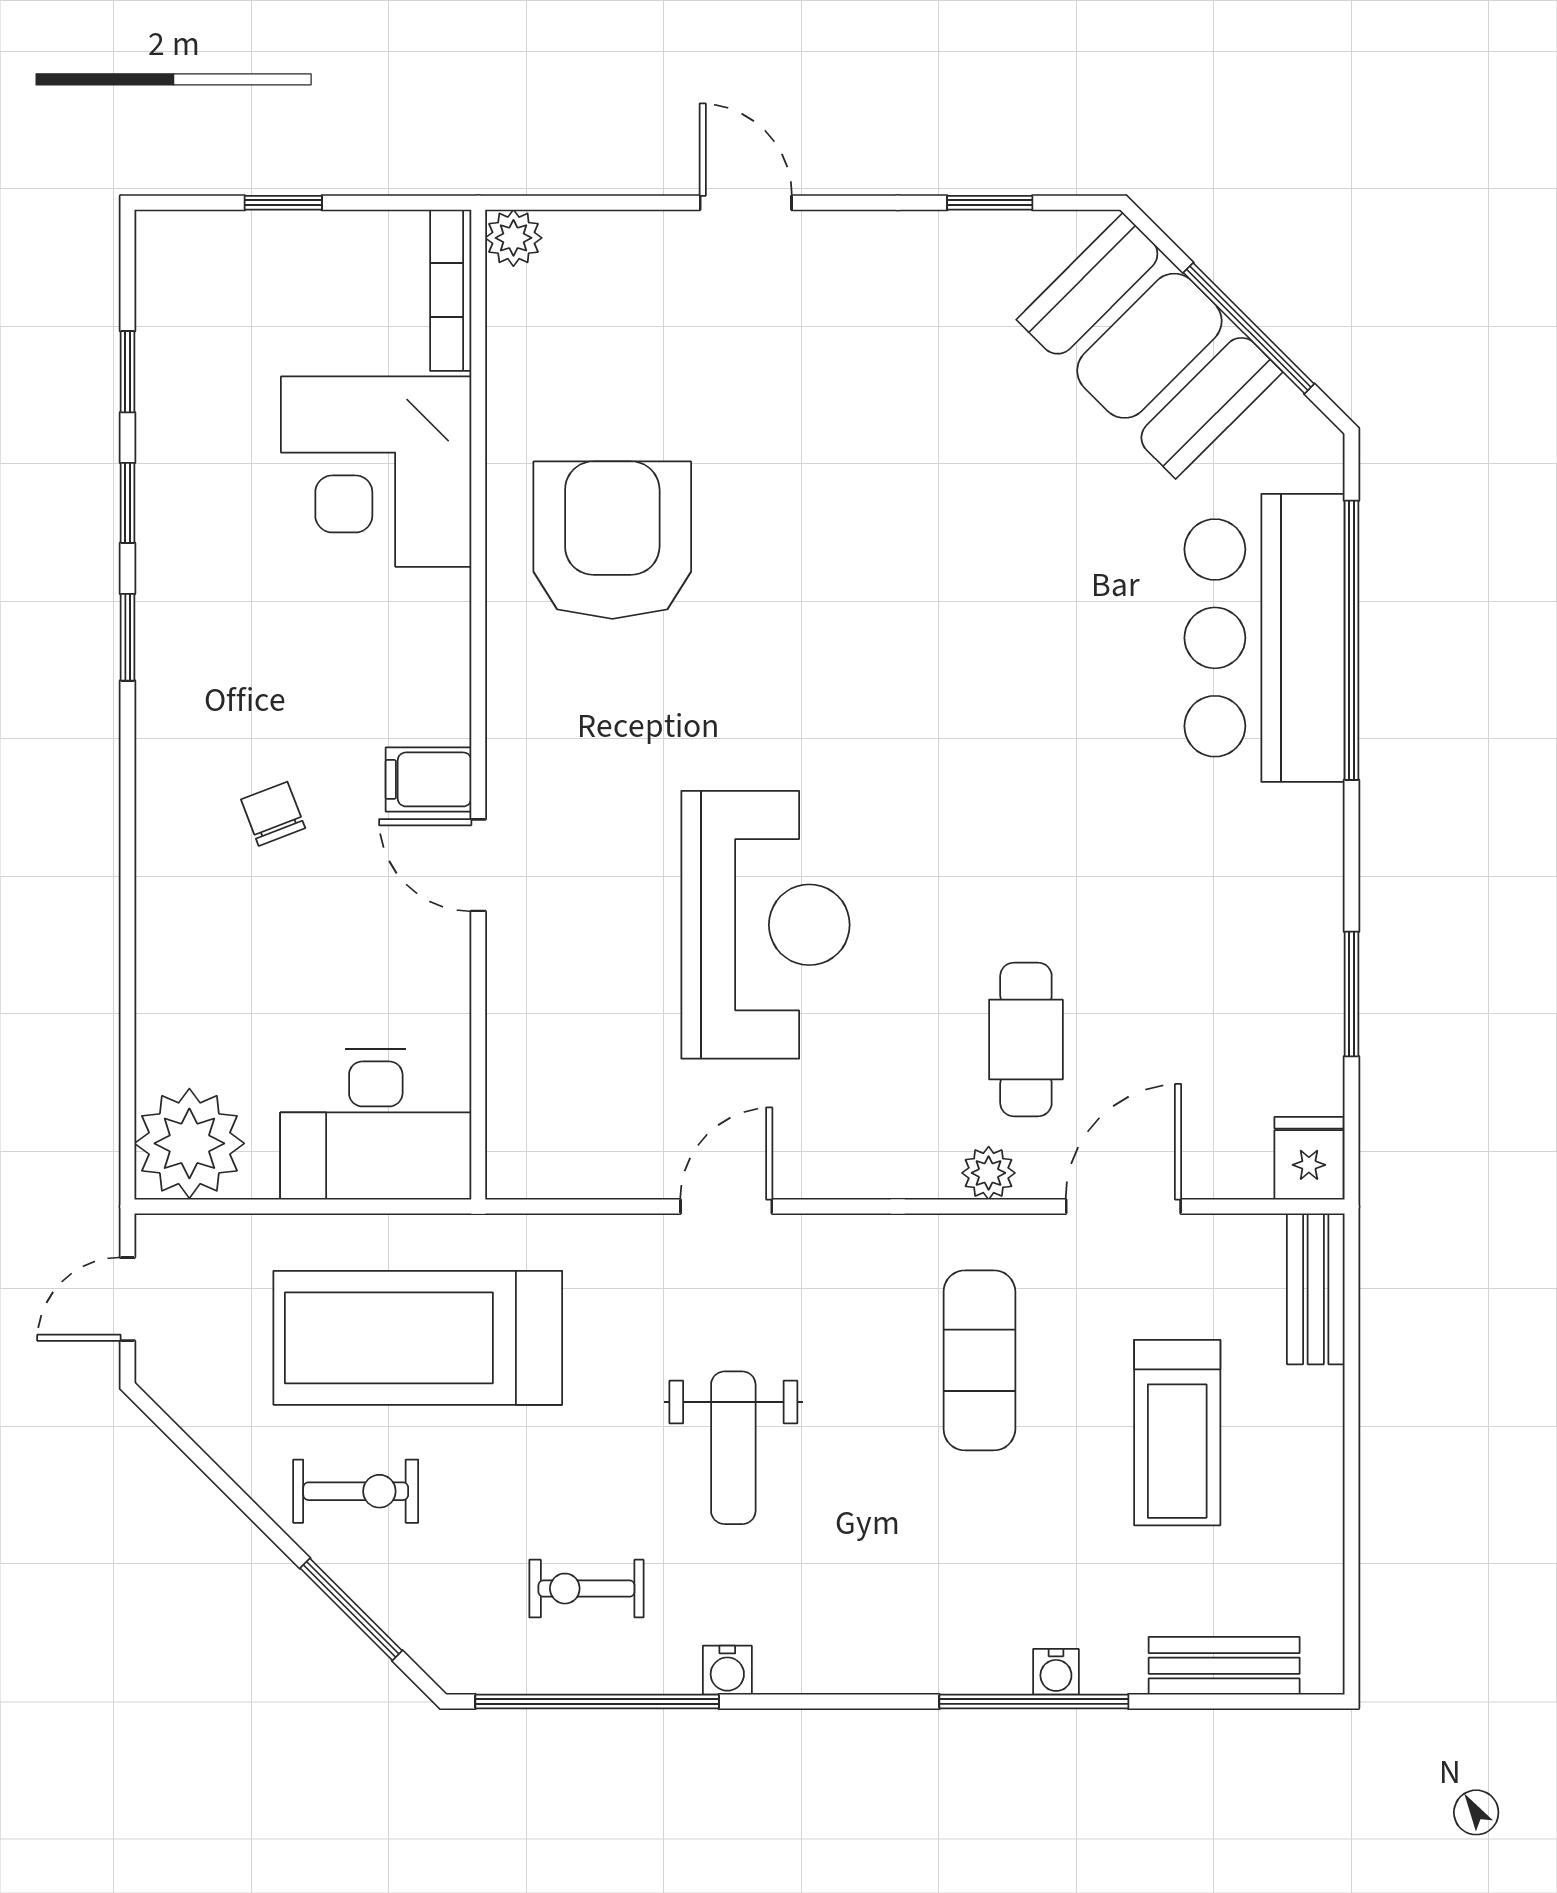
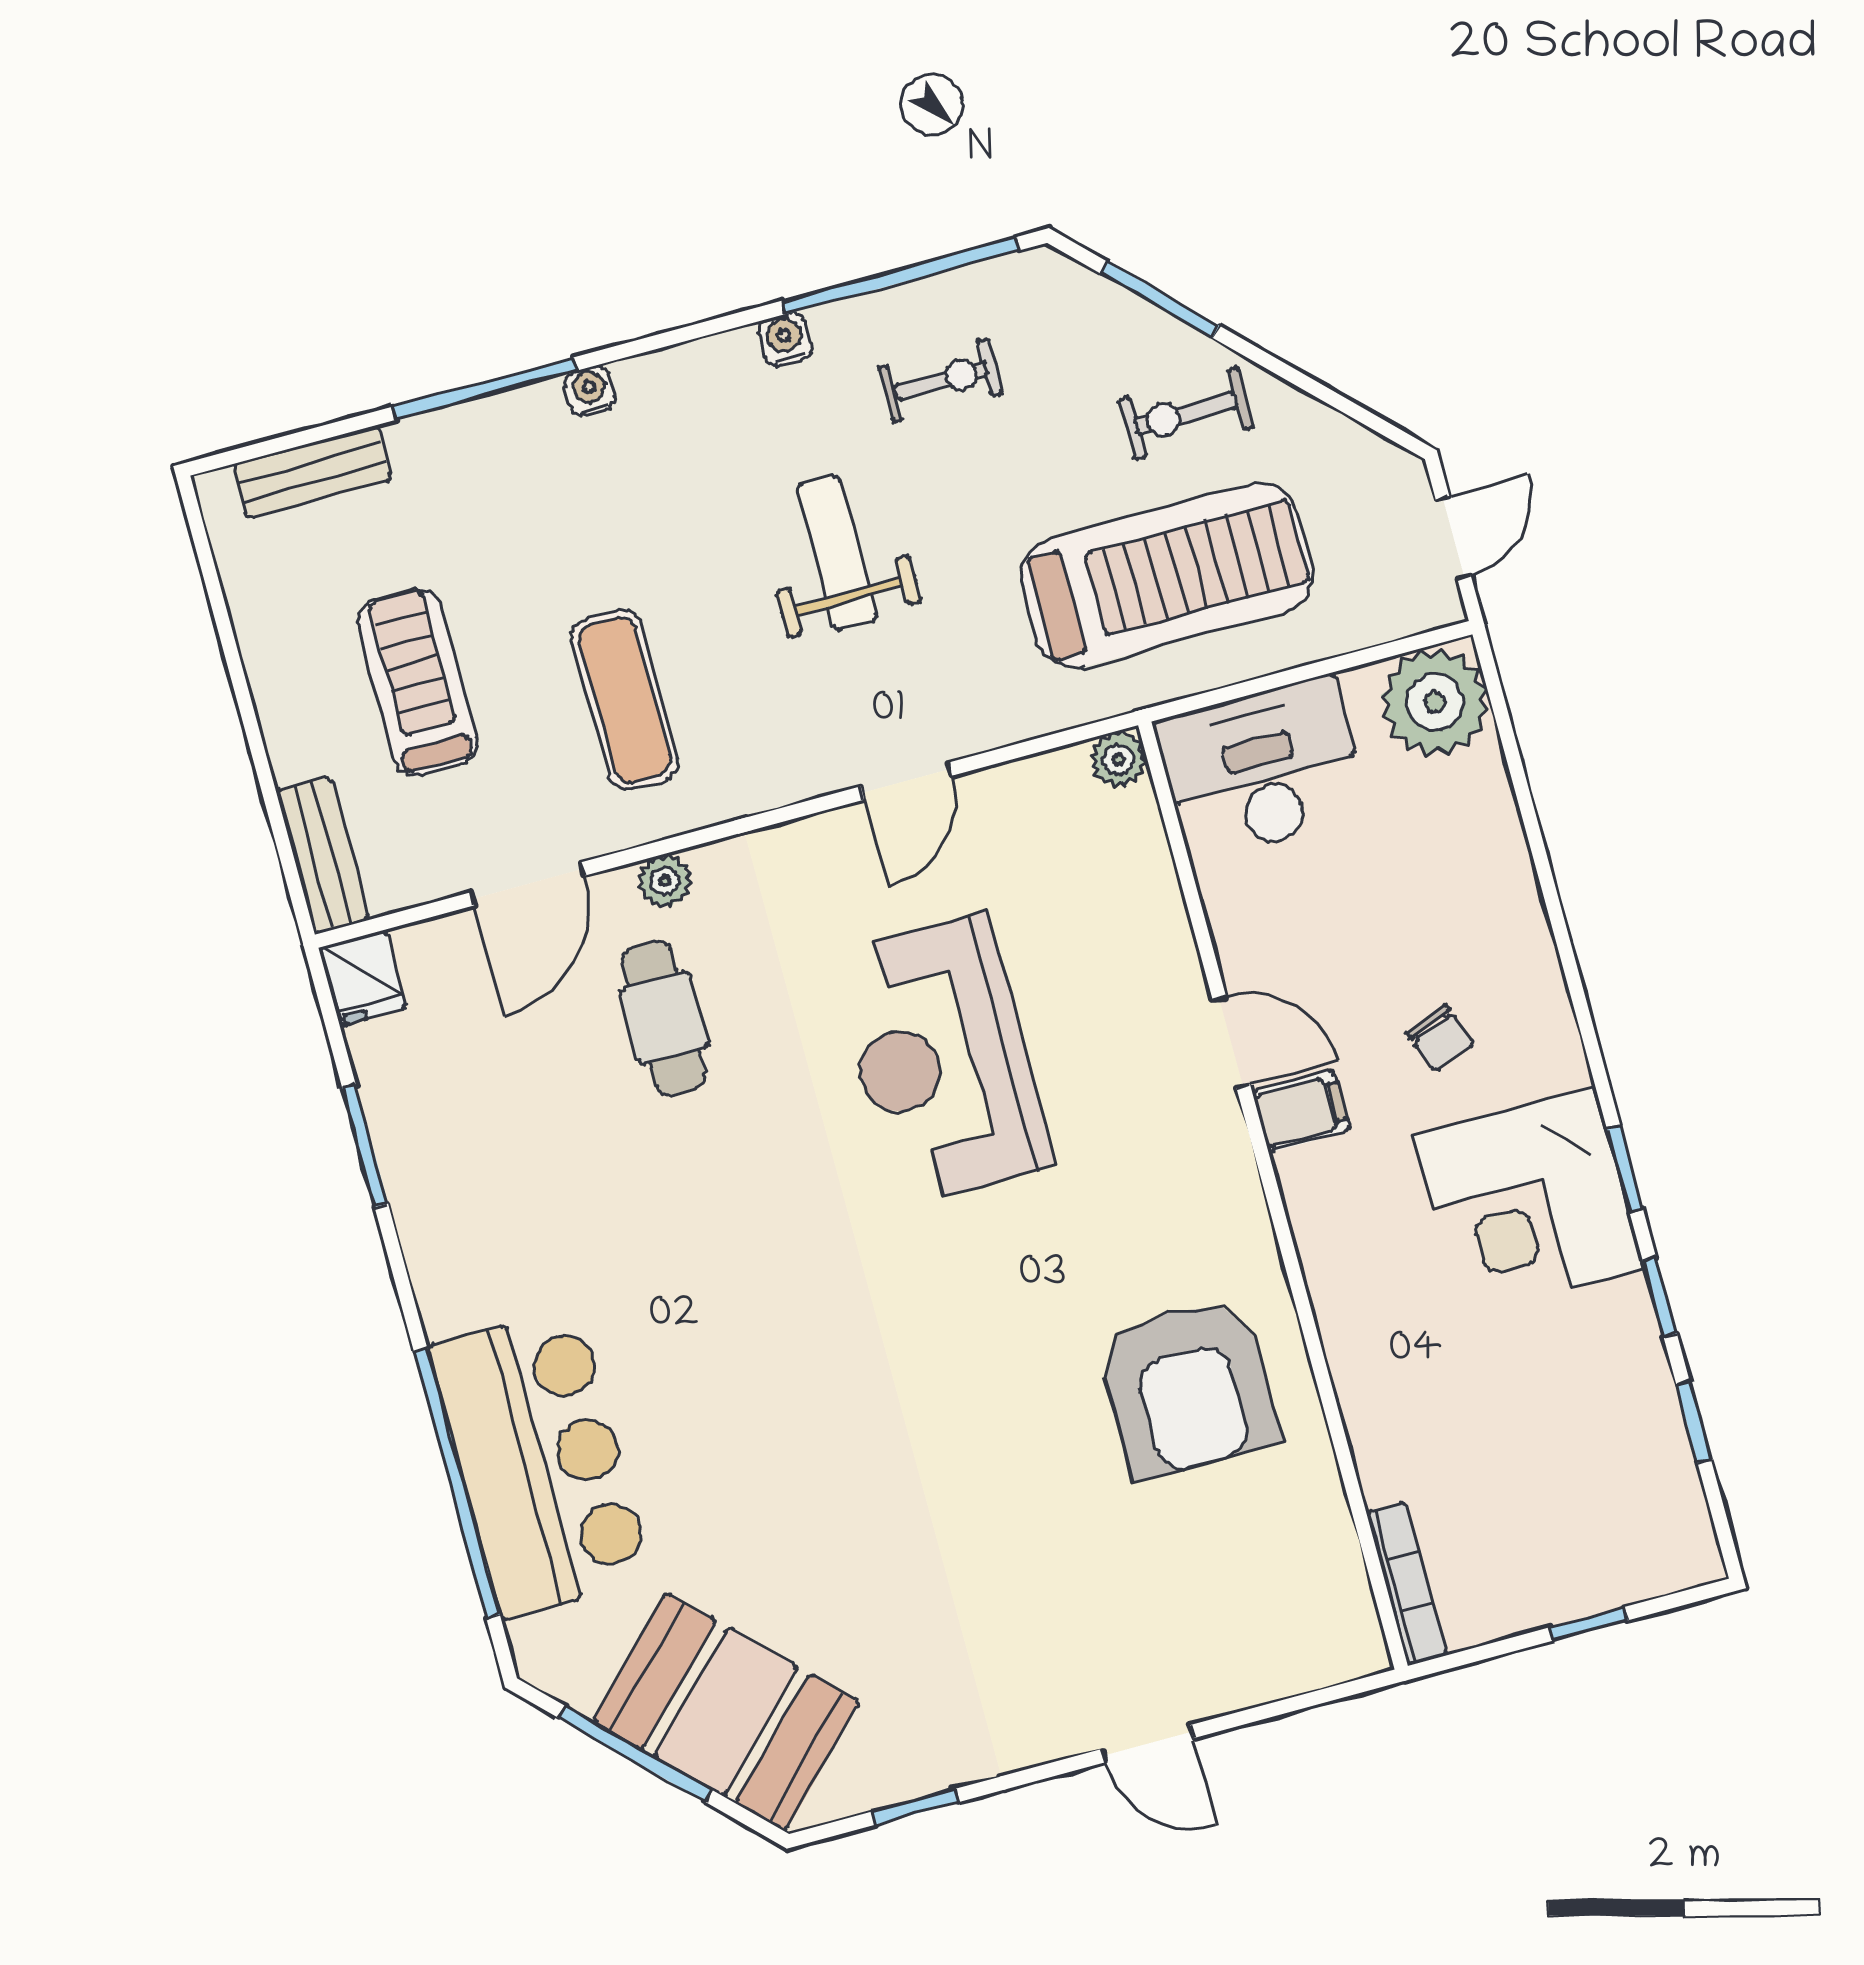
plant: (513, 238) -> (1118, 760), moved
corner desk: (376, 472) -> (1529, 1202), moved, turned 180
water cooler: (1056, 1672) -> (590, 390), moved

